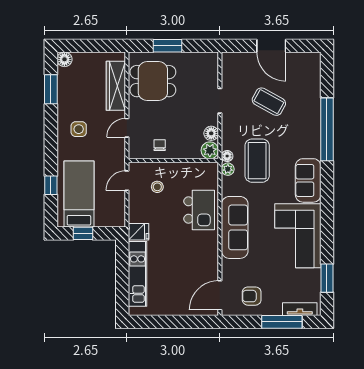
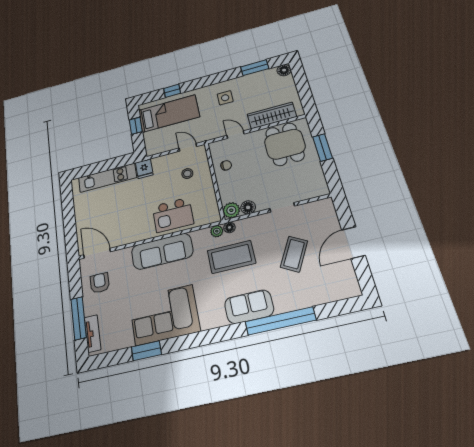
sofa: (308, 180) -> (249, 307), moved
window: (327, 278) -> (146, 351), moved

